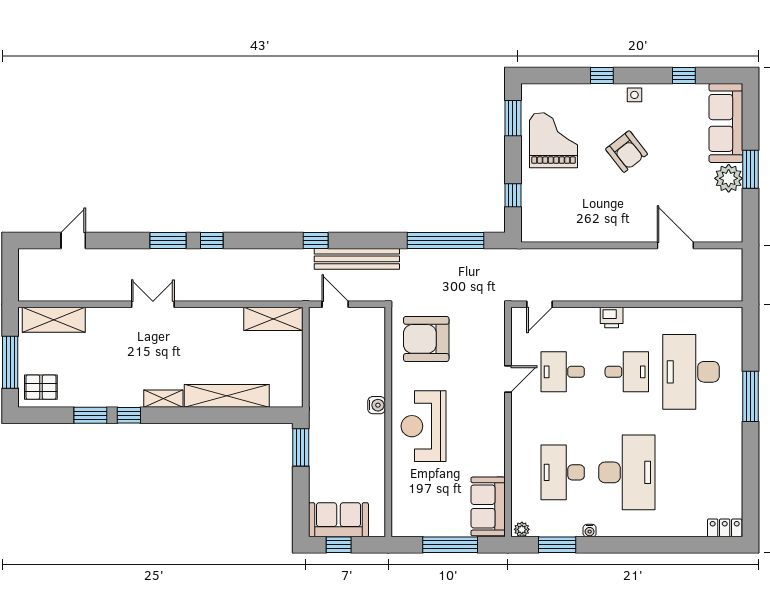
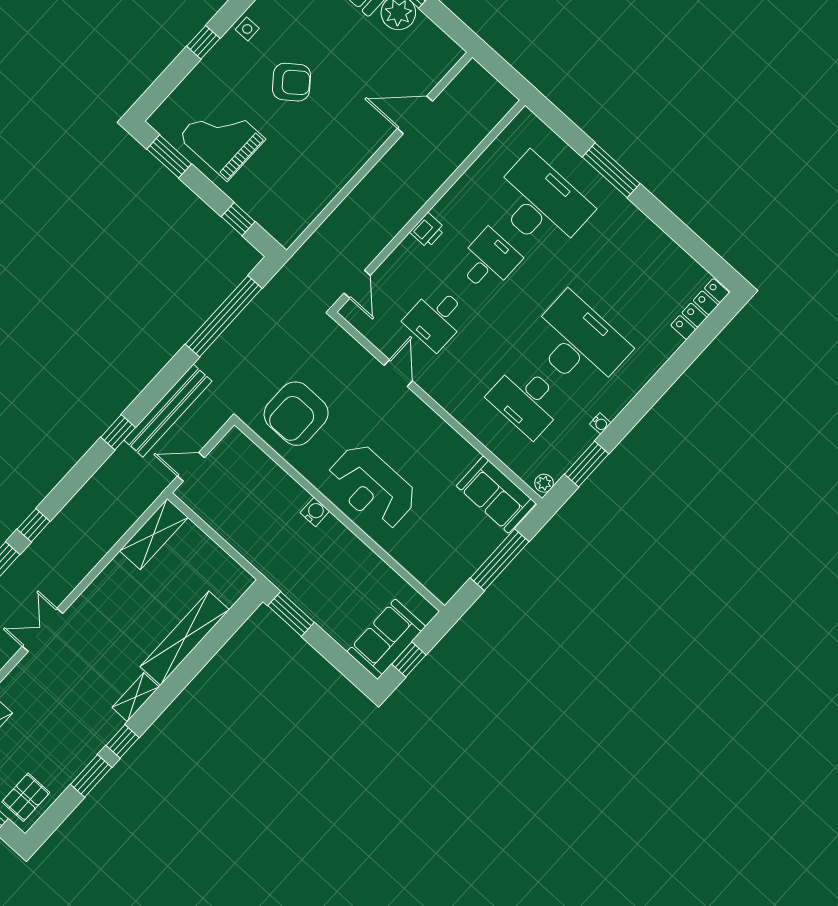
desk: (691, 372) -> (541, 204), turned 180
locker: (725, 528) -> (700, 309), width x1.53

